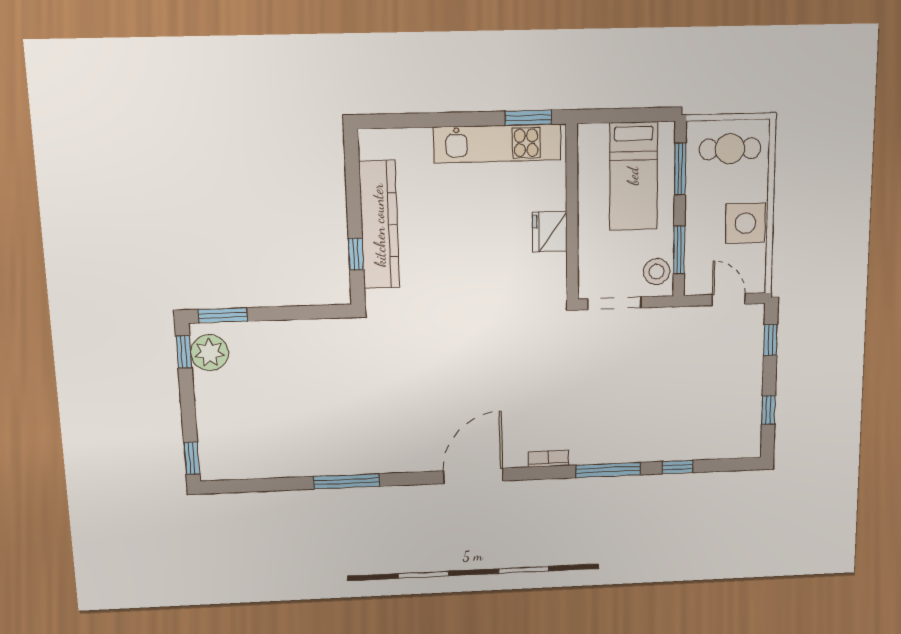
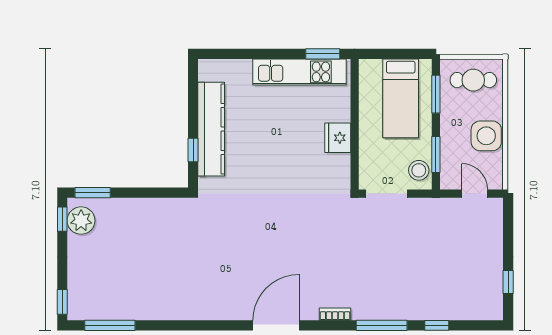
window: (770, 340) -> (508, 226), removed
window: (346, 481) -> (110, 325), moved

